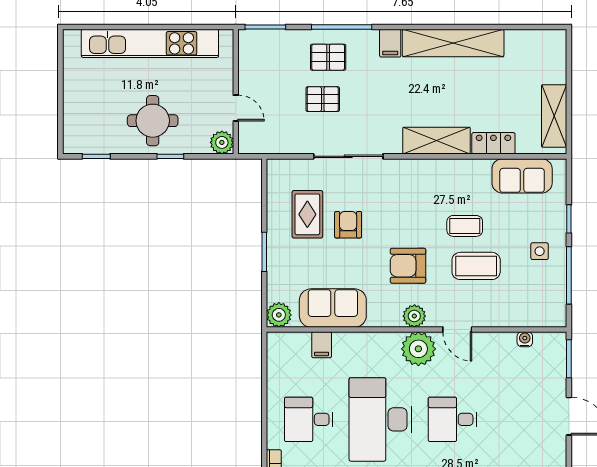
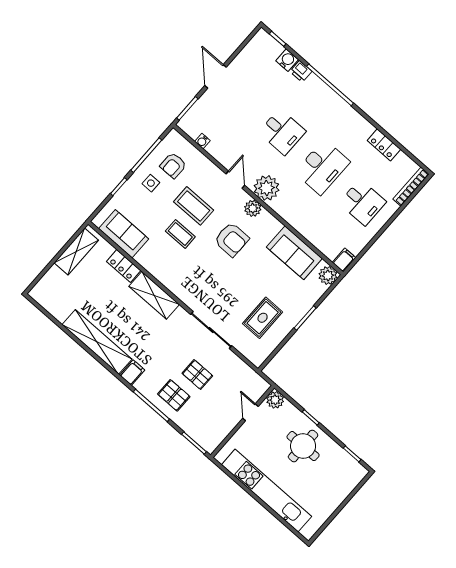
armchair: (348, 225) -> (173, 165), moved
filing cabinet: (322, 345) -> (344, 260), moved
desk: (381, 419) -> (322, 167), width x0.73, depth x0.77

